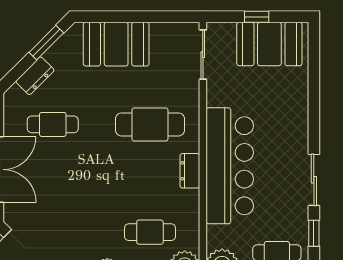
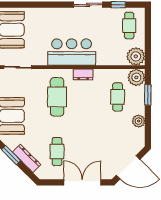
dresser: (35, 76) -> (27, 158), width x1.44
bar counter: (230, 166) -> (72, 52), width x0.73

